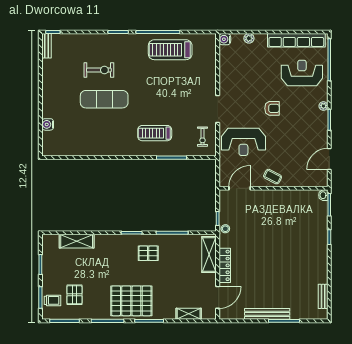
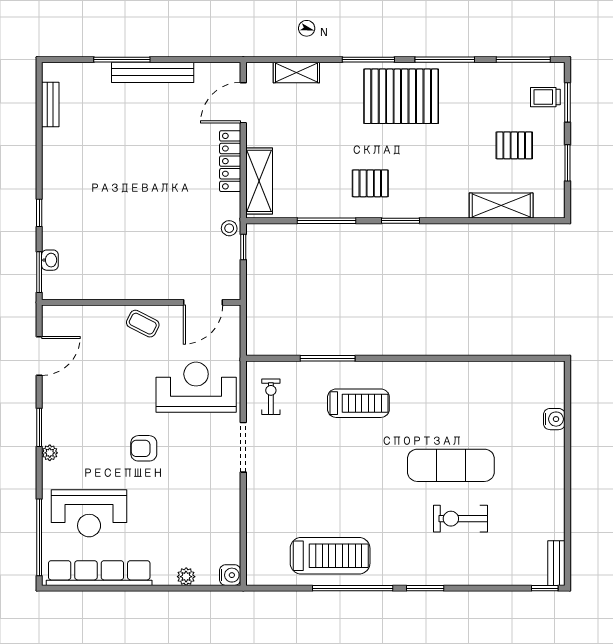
washbasin: (323, 195) -> (50, 260), moved
pallet: (74, 295) -> (514, 145), moved, turned 90

